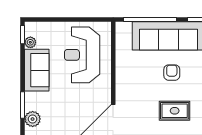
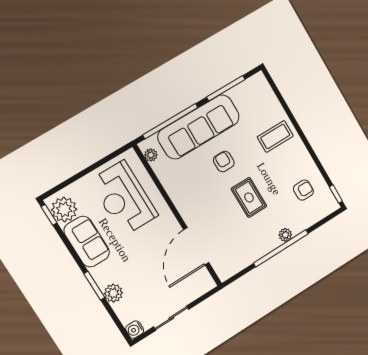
plant: (121, 36) -> (151, 155), added
plant: (30, 42) -> (64, 210), width x1.88, depth x1.88
rug: (175, 111) -> (249, 197), turned 90

